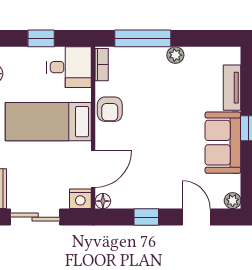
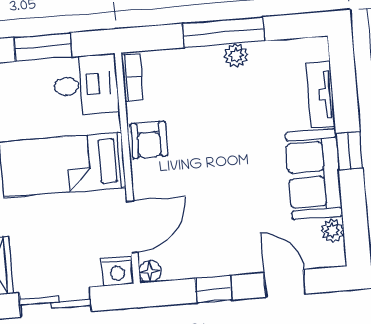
window: (41, 38) -> (43, 47), width x1.50
window: (143, 38) -> (224, 32), moved
plant: (233, 201) -> (332, 231), moved

